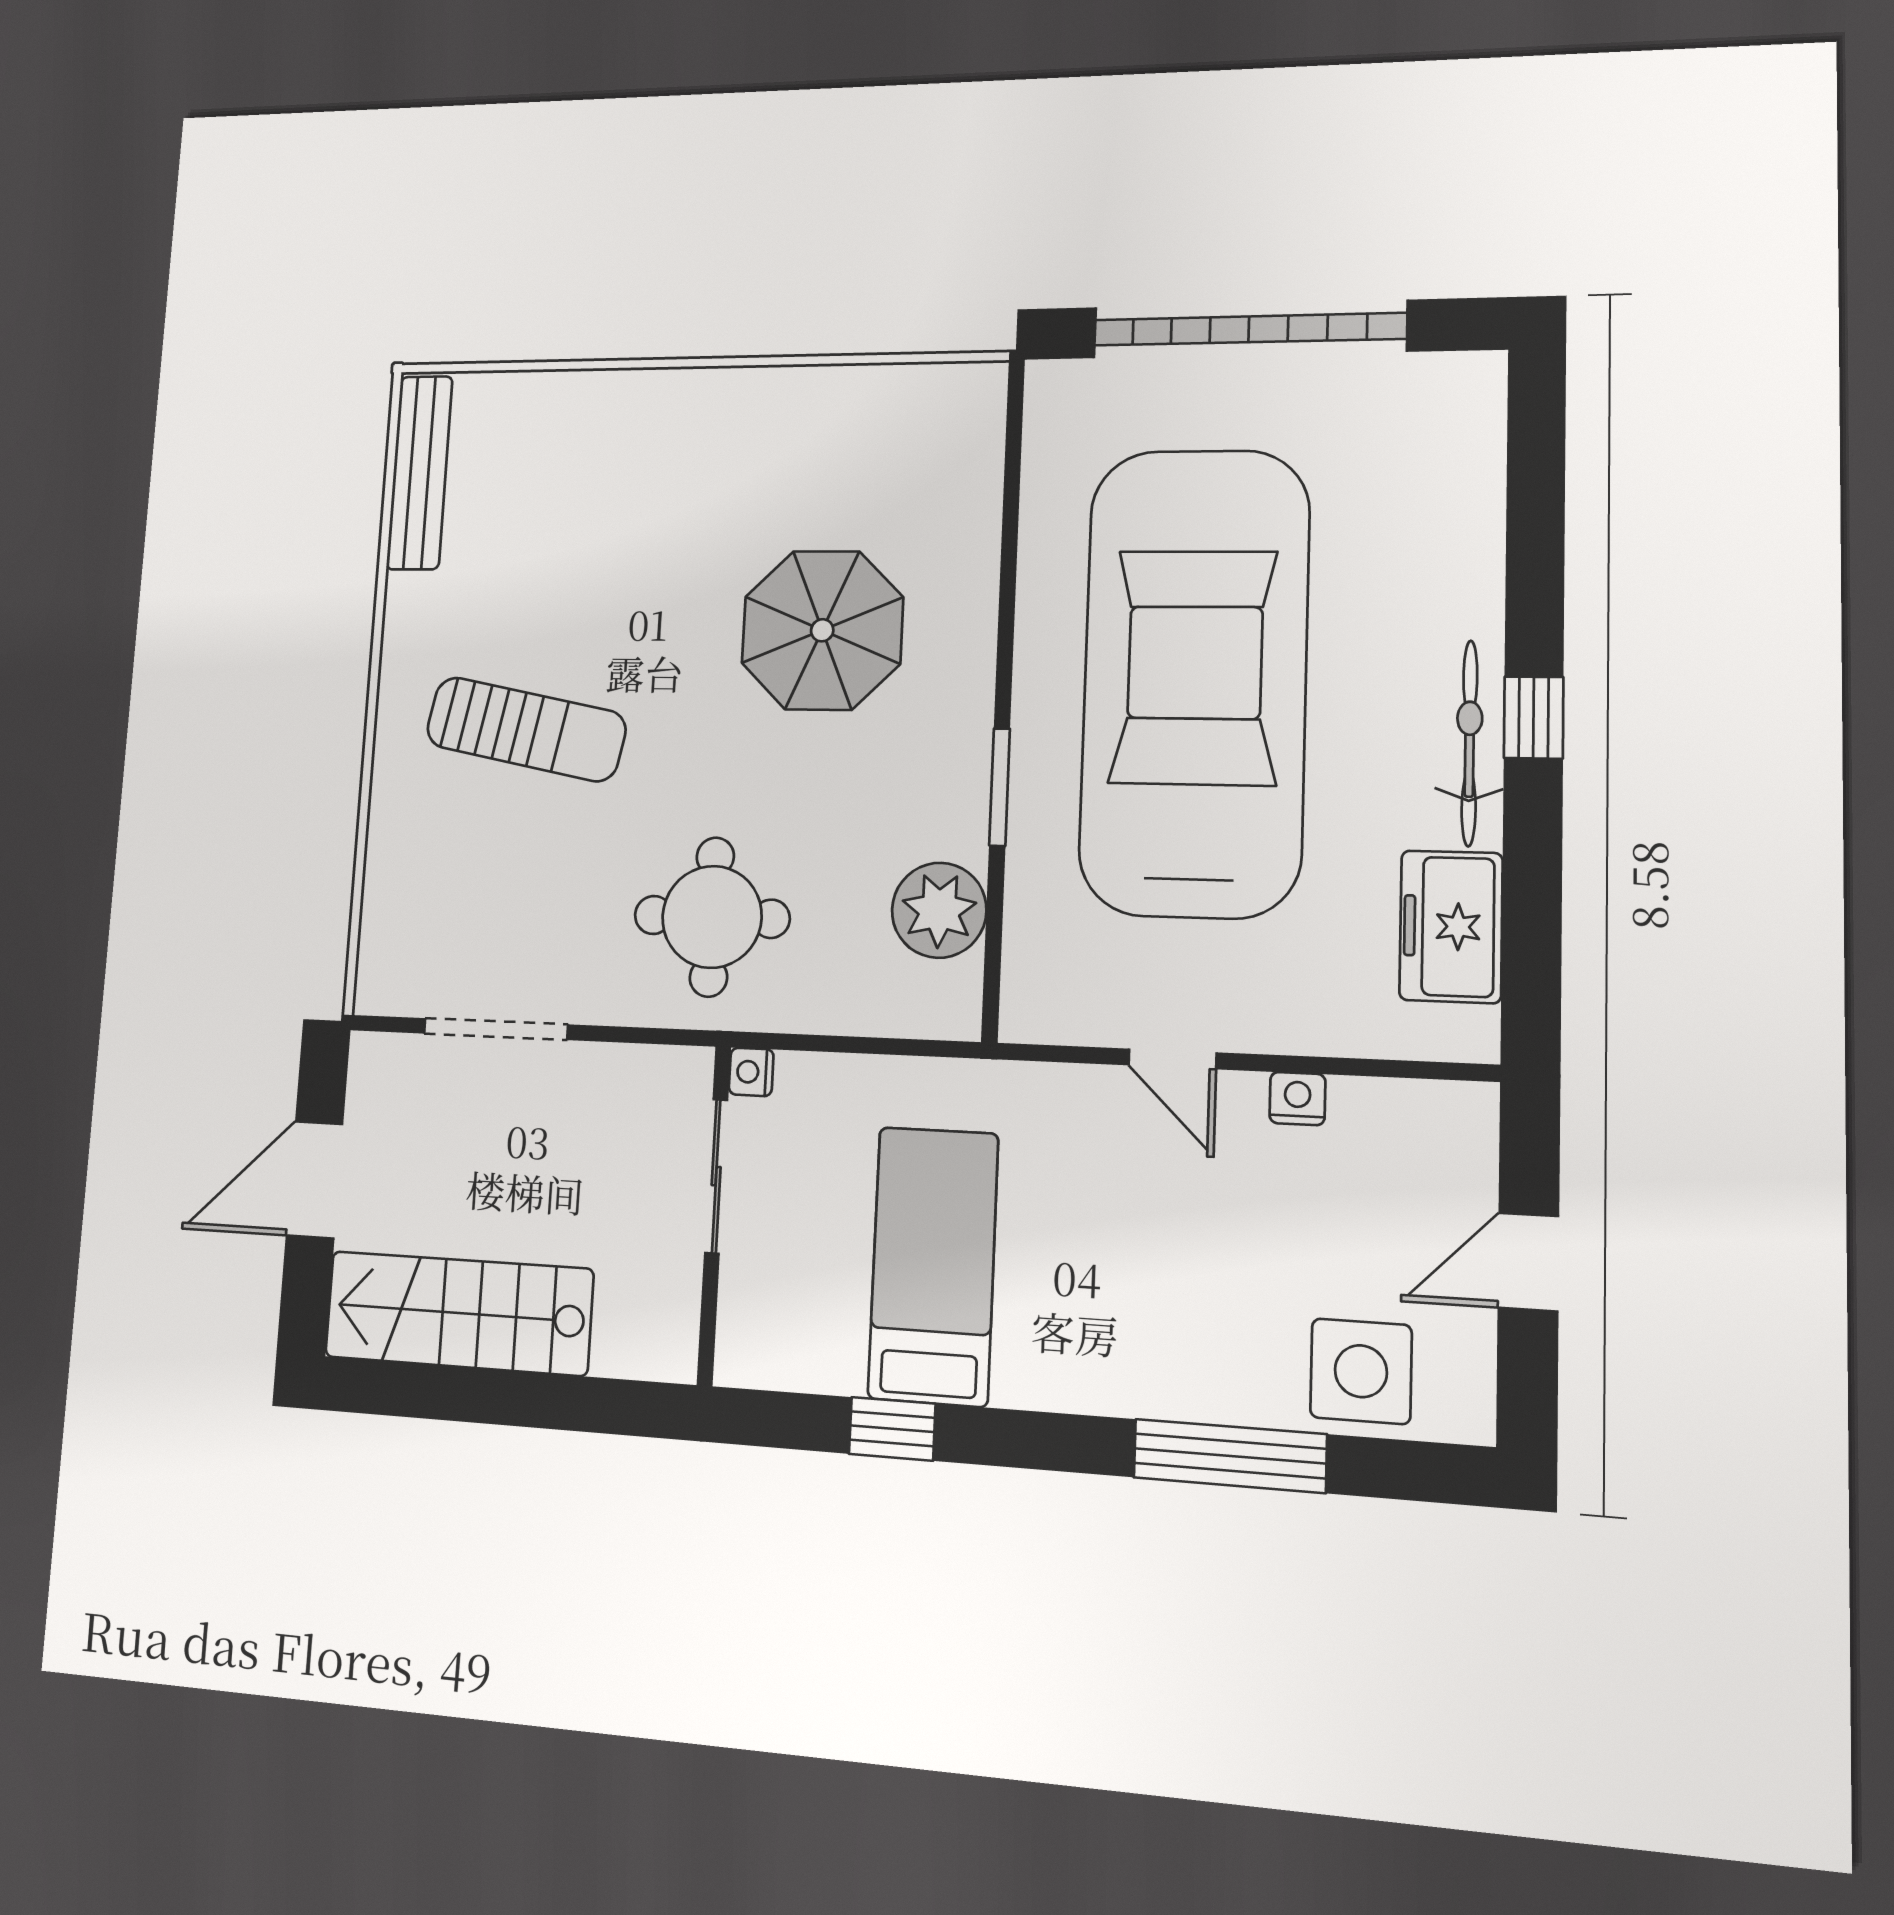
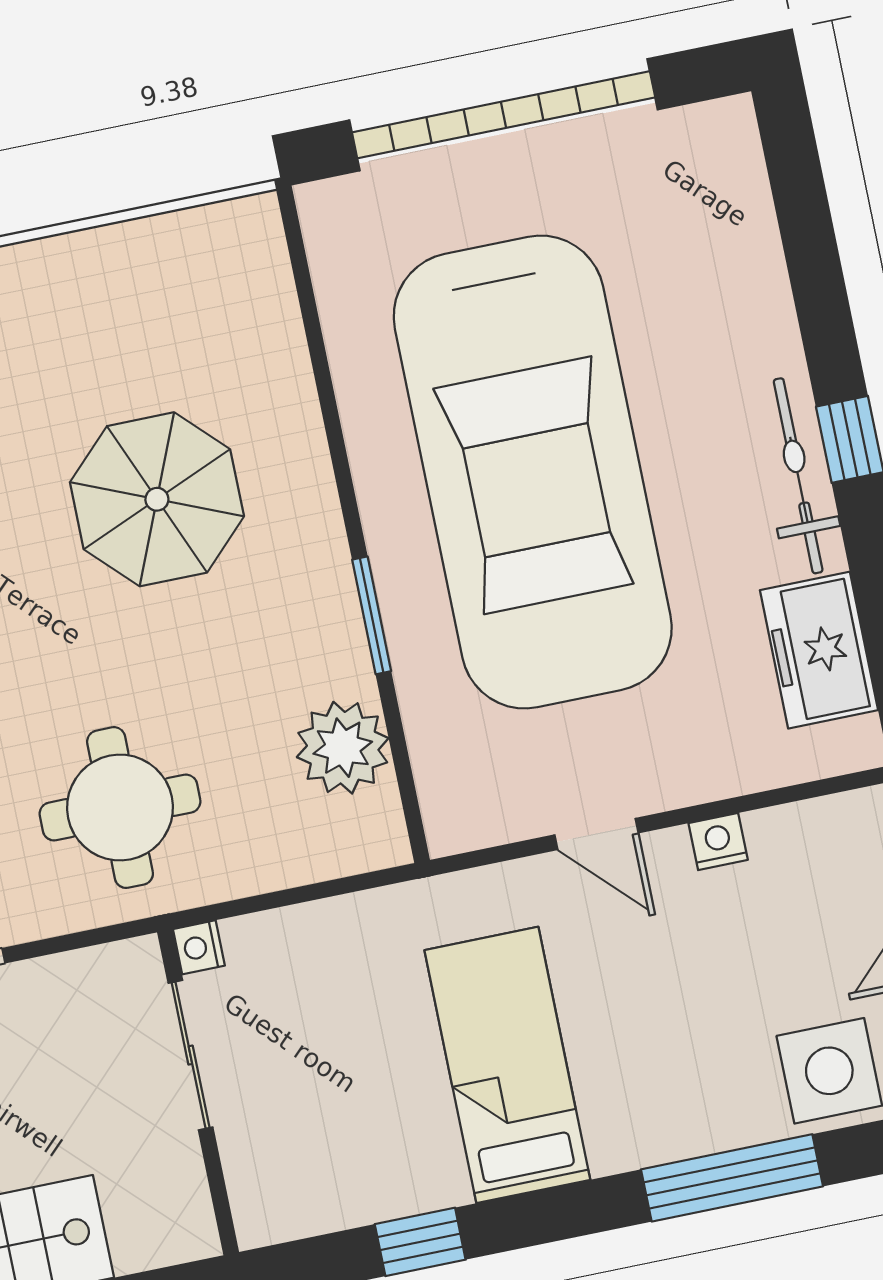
car: (1194, 681) -> (533, 472), turned 180
bed: (933, 1266) -> (507, 1065), moved

